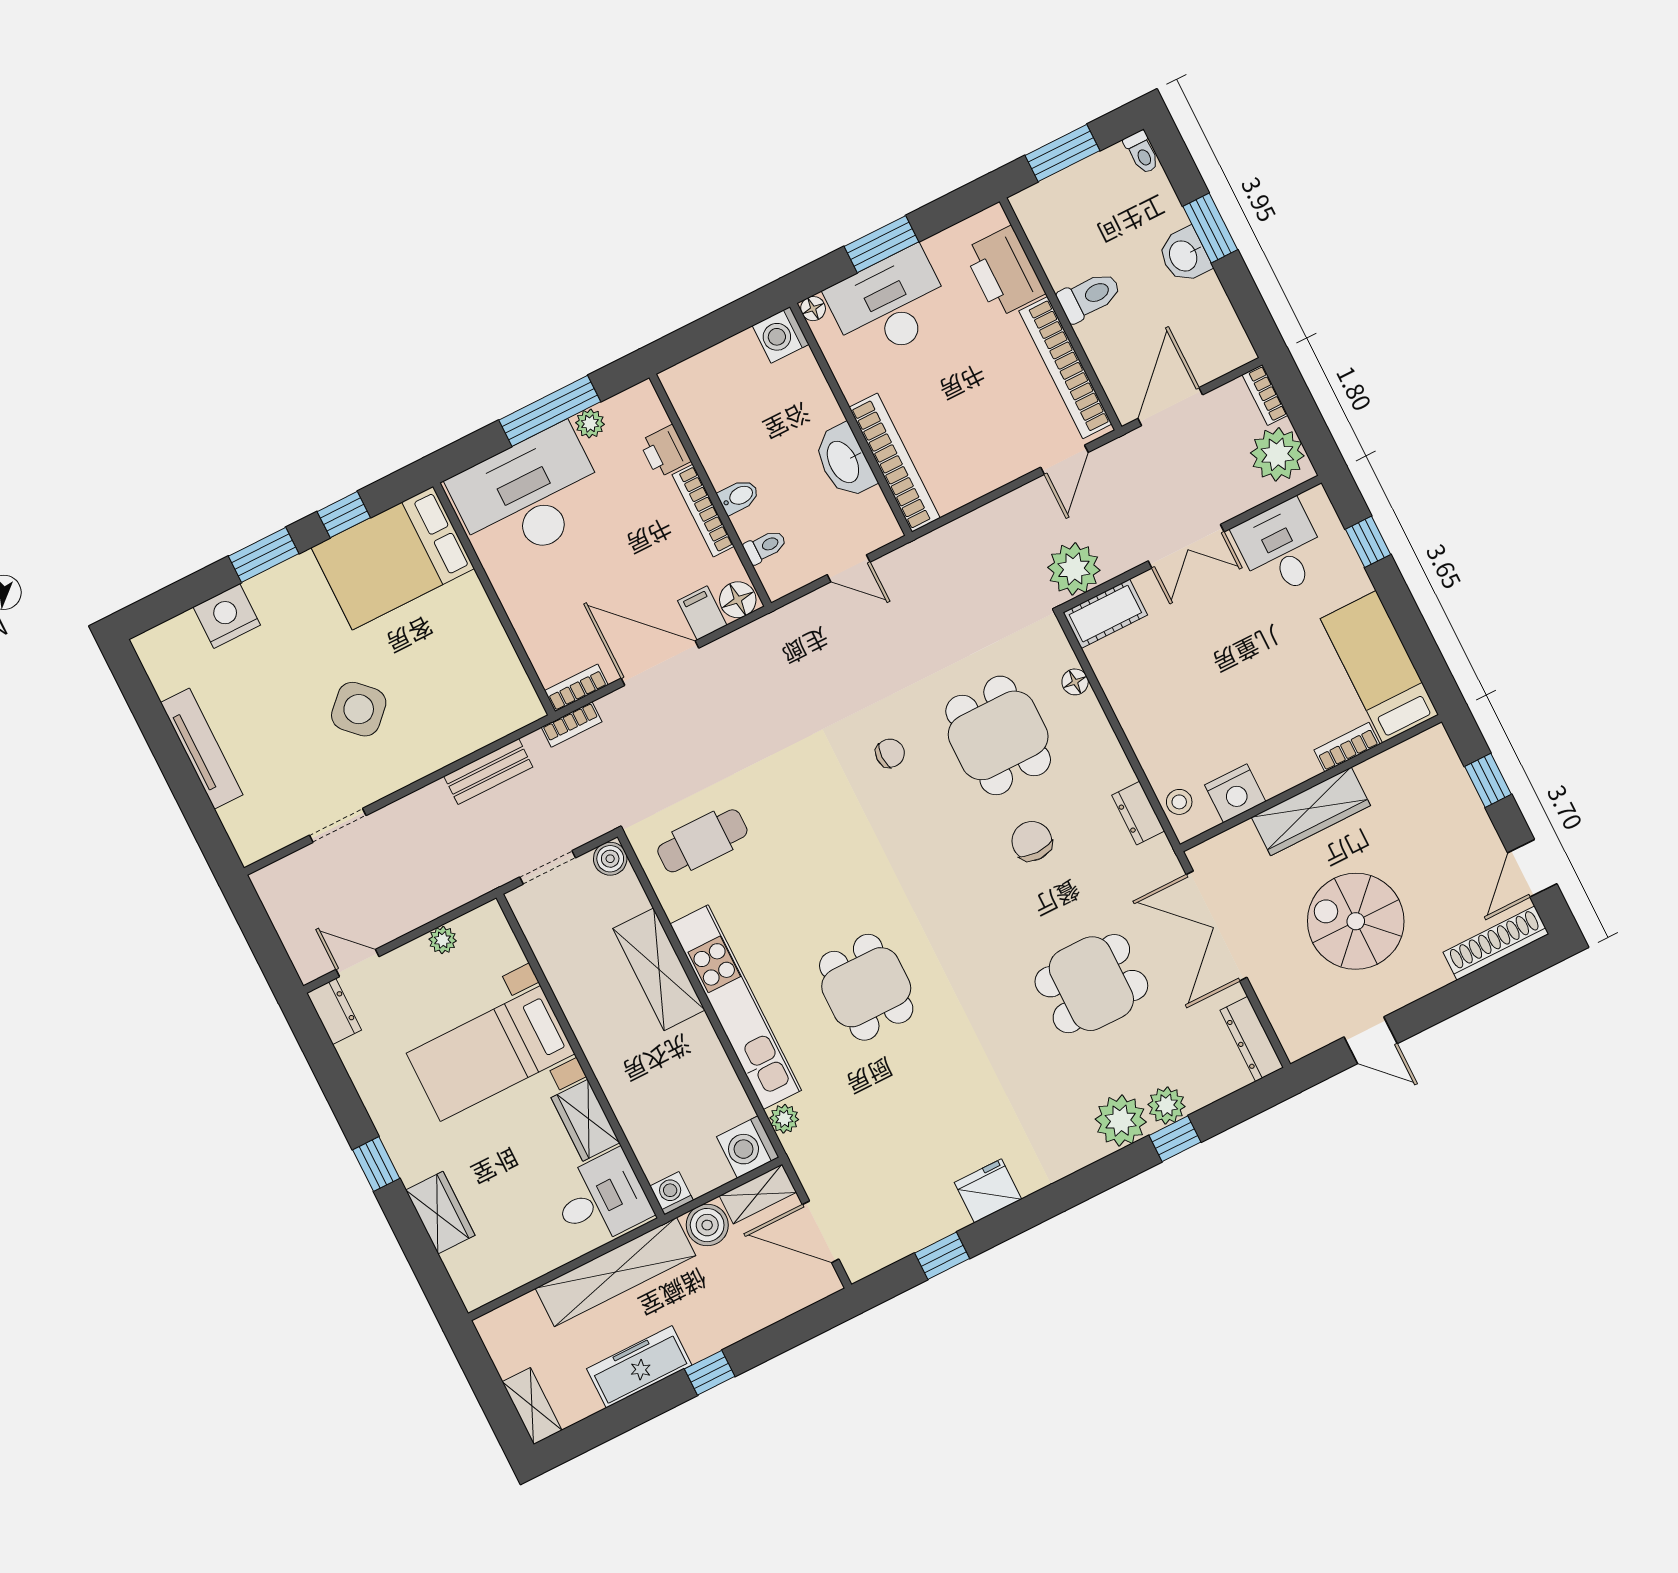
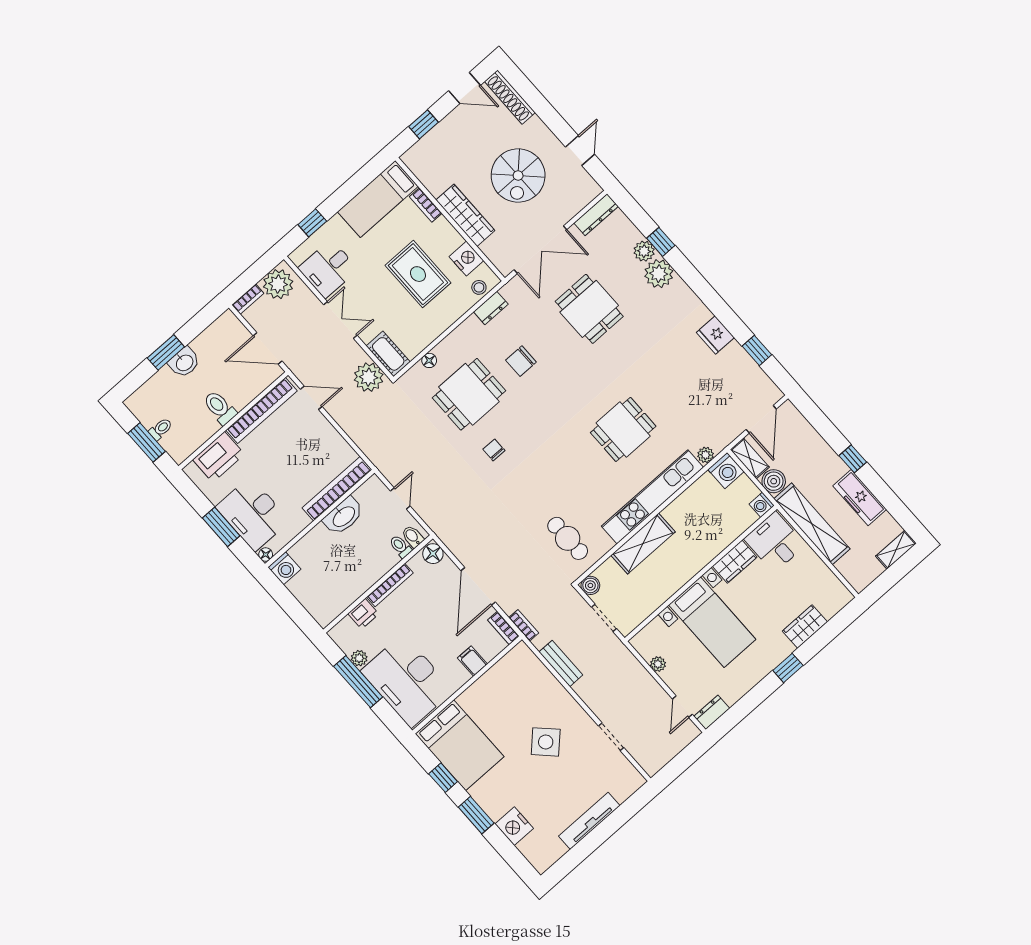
toilet: (1142, 152) -> (161, 429), moved
bidet: (739, 496) -> (413, 537), moved
filing cabinet: (702, 613) -> (472, 661), moved, turned 90
rug: (1230, 702) -> (418, 274), added

